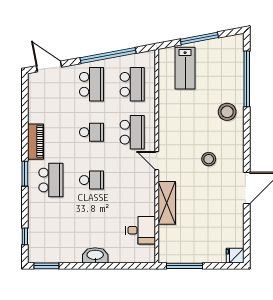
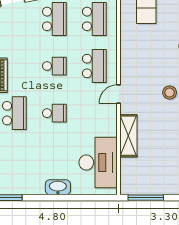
door: (157, 161) -> (119, 94), hinge flipped
desk: (141, 230) -> (98, 162), width x1.87, depth x1.30

